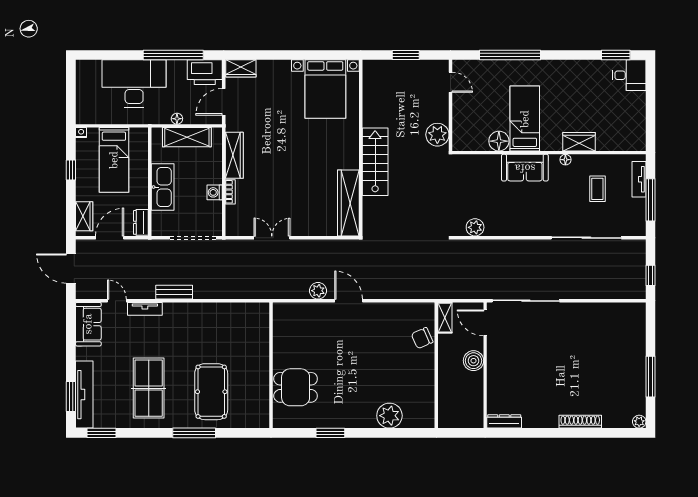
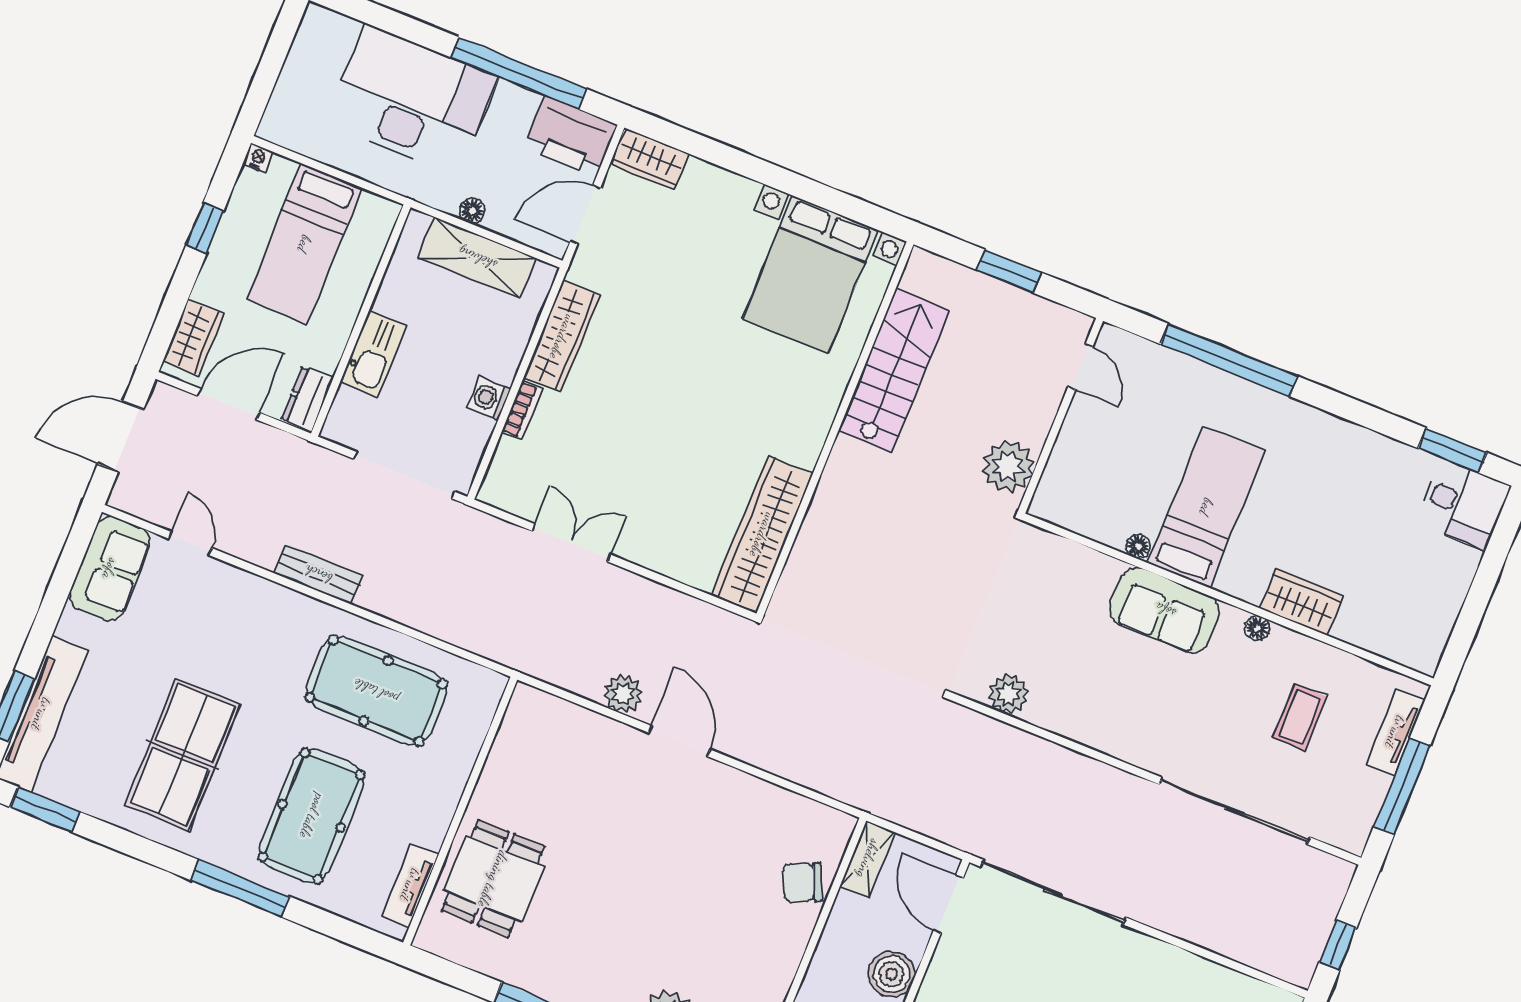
floor lamp: (499, 141) -> (1138, 546), width x0.53, depth x0.53
stairs: (375, 162) -> (894, 370), moved
kitchen sink: (163, 187) -> (373, 354), width x0.73, depth x0.81
door: (71, 269) -> (121, 437), hinge flipped
tv unit: (145, 309) -> (410, 885), moved, turned 90
pool table: (217, 330) -> (376, 691), added
dining table: (296, 387) -> (493, 879), turned 90

